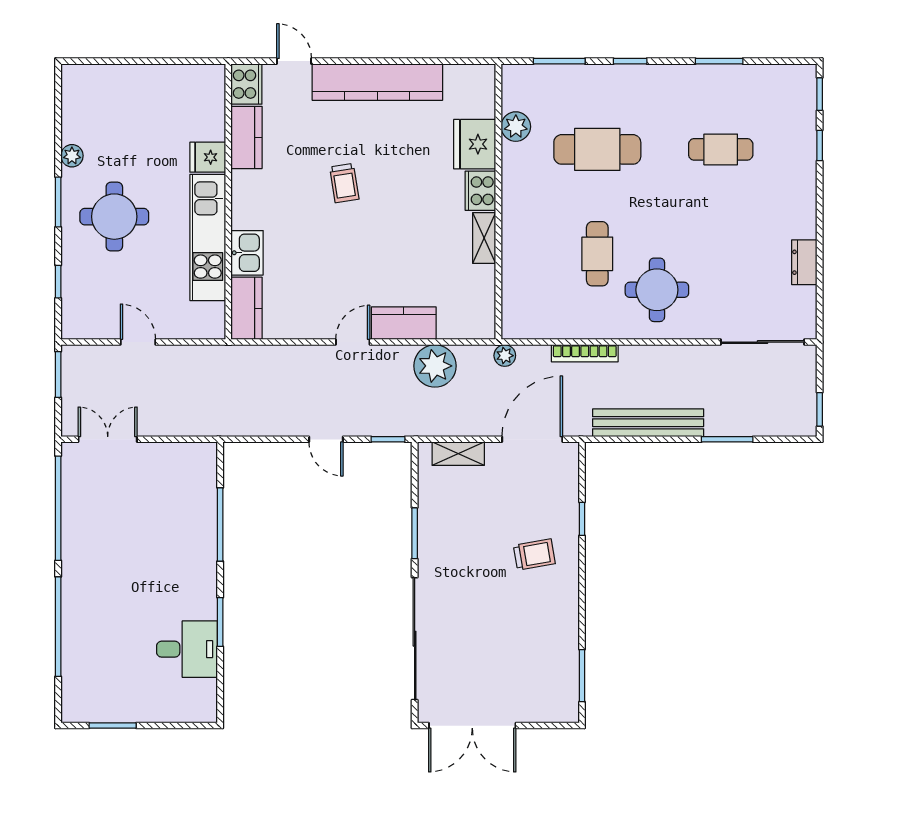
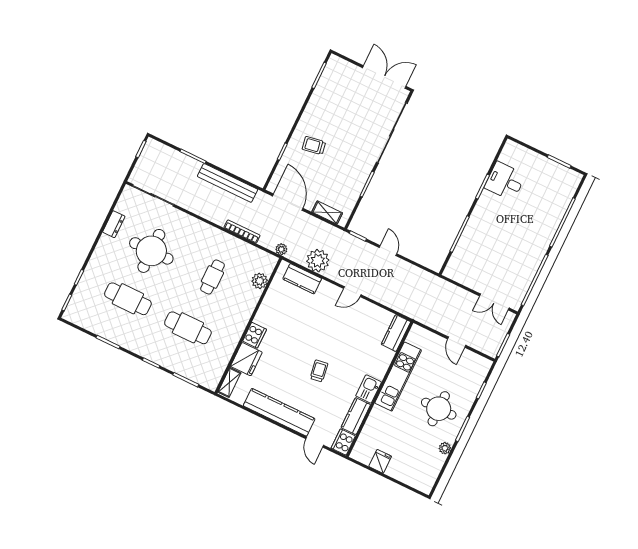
plant: (516, 127) -> (260, 281), moved
cafe table: (721, 149) -> (128, 299), width x1.37, depth x1.35
fridge: (208, 157) -> (380, 461), moved, turned -90
shelving: (484, 238) -> (229, 382), moved
kitchen sink: (247, 253) -> (369, 389), moved
round table: (657, 290) -> (151, 251), moved, width x1.36, depth x1.36
kitchen counter: (404, 323) -> (302, 279), moved
door: (532, 439) -> (288, 202), swing flipped

